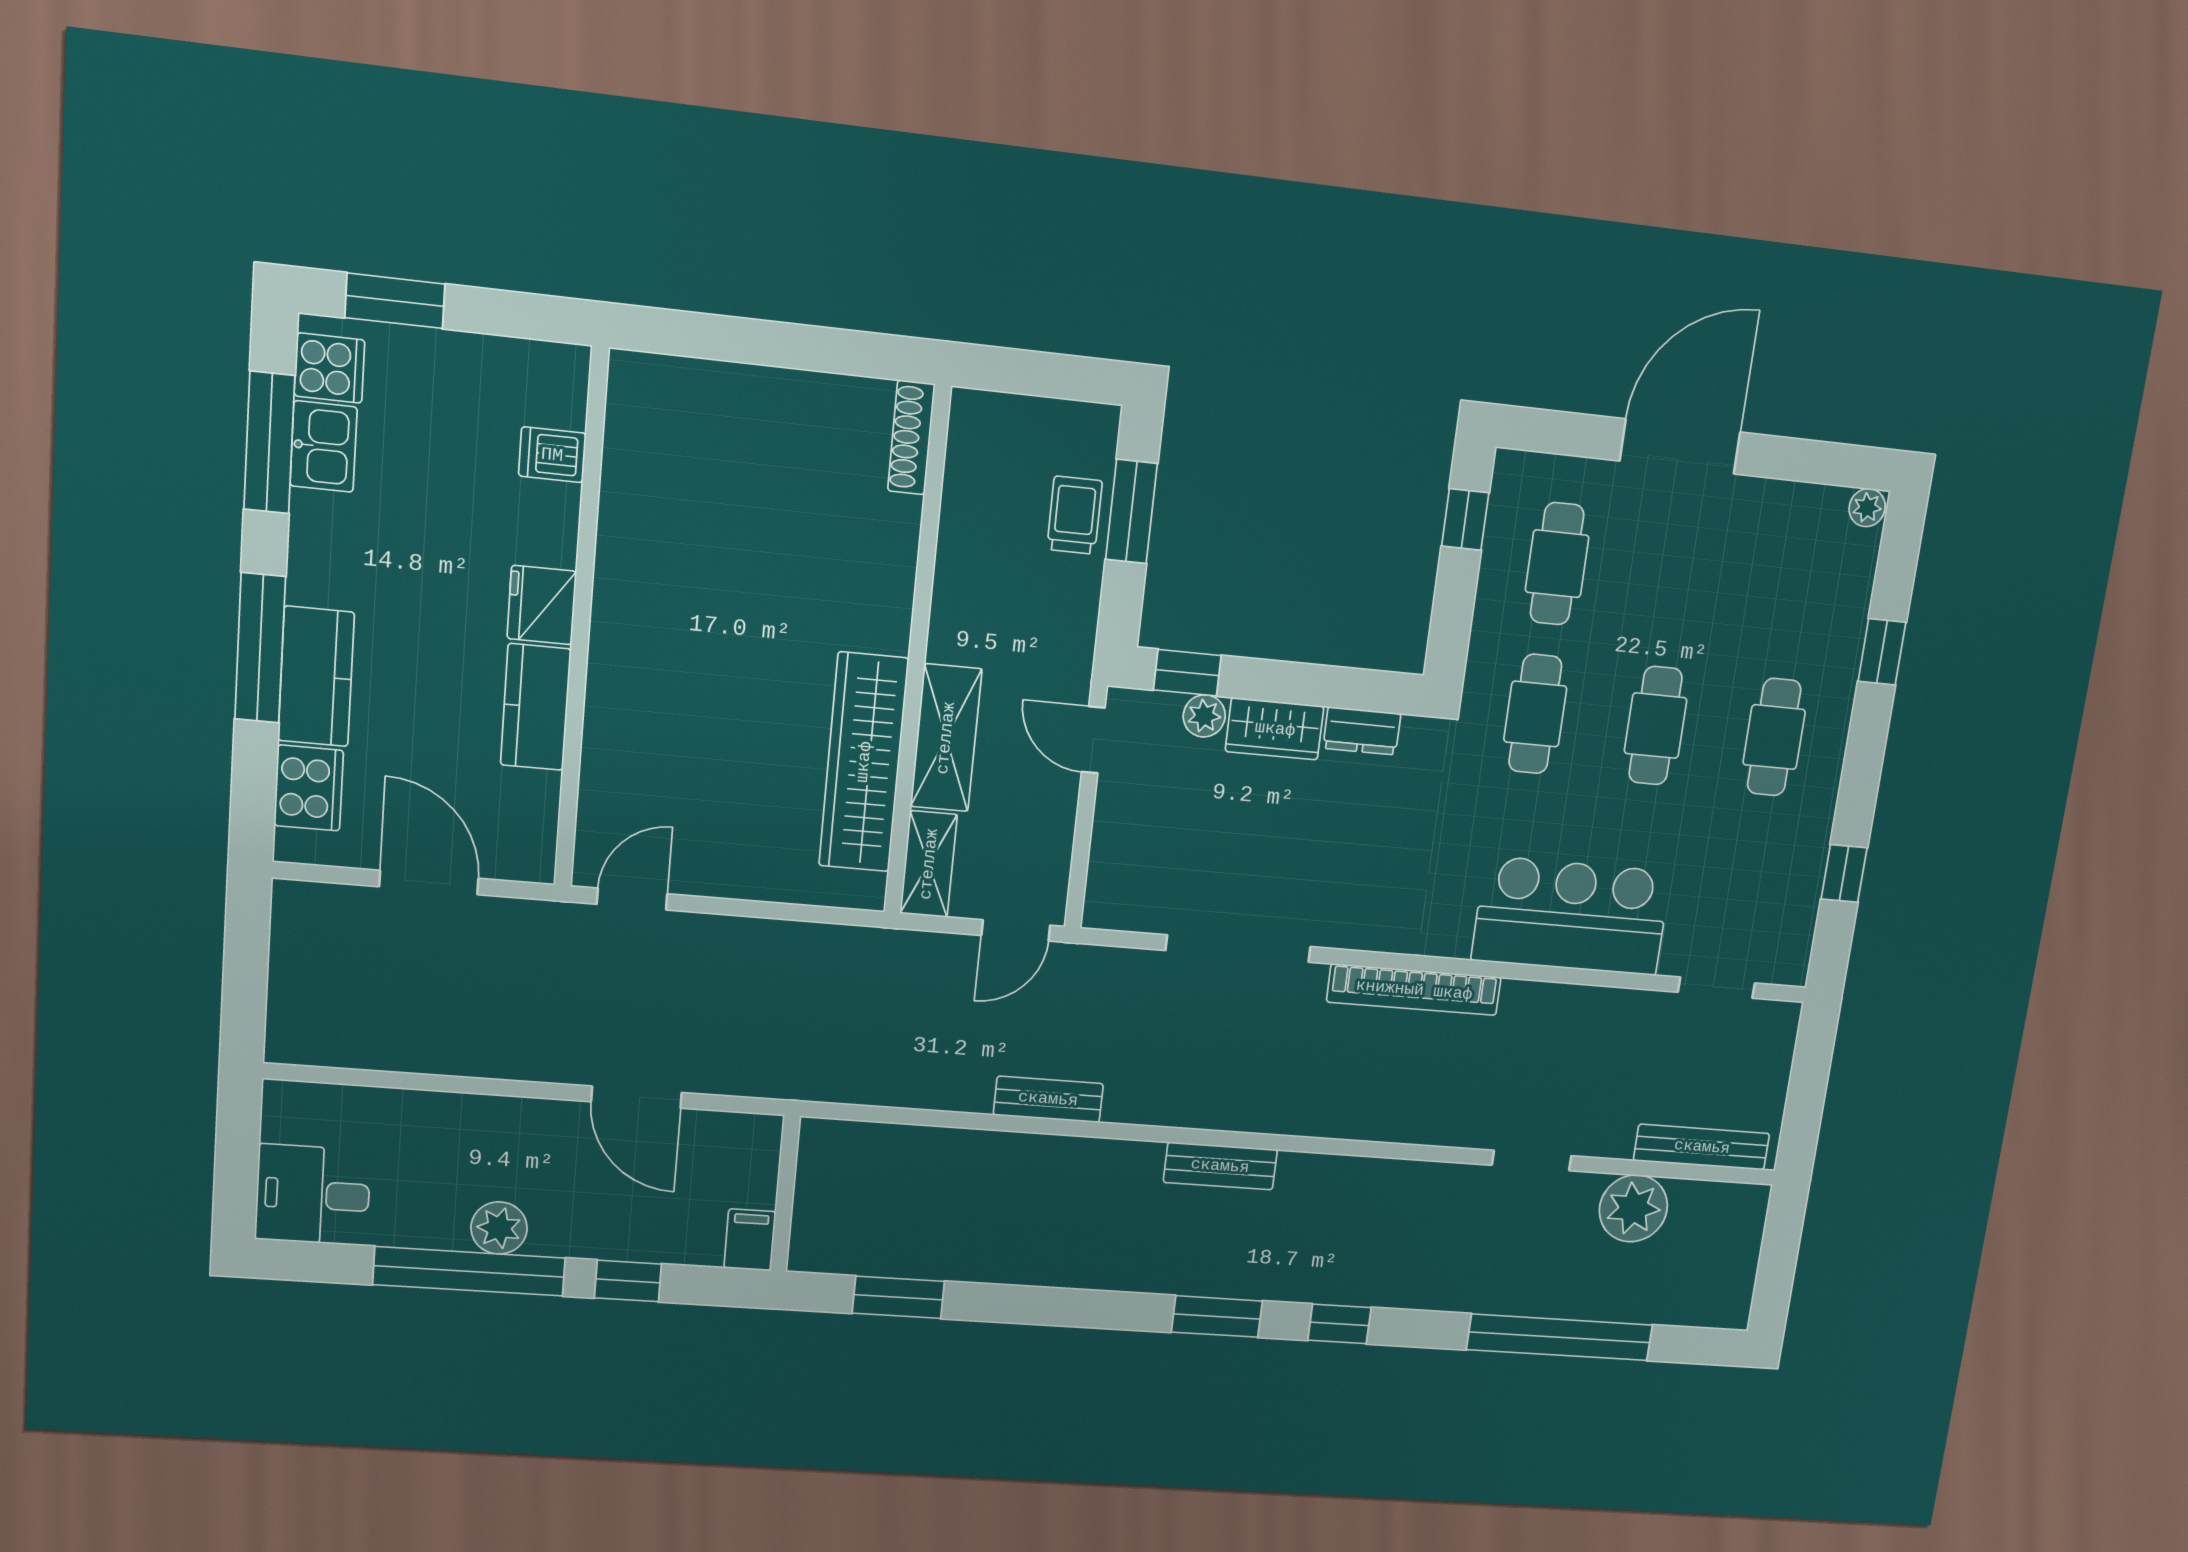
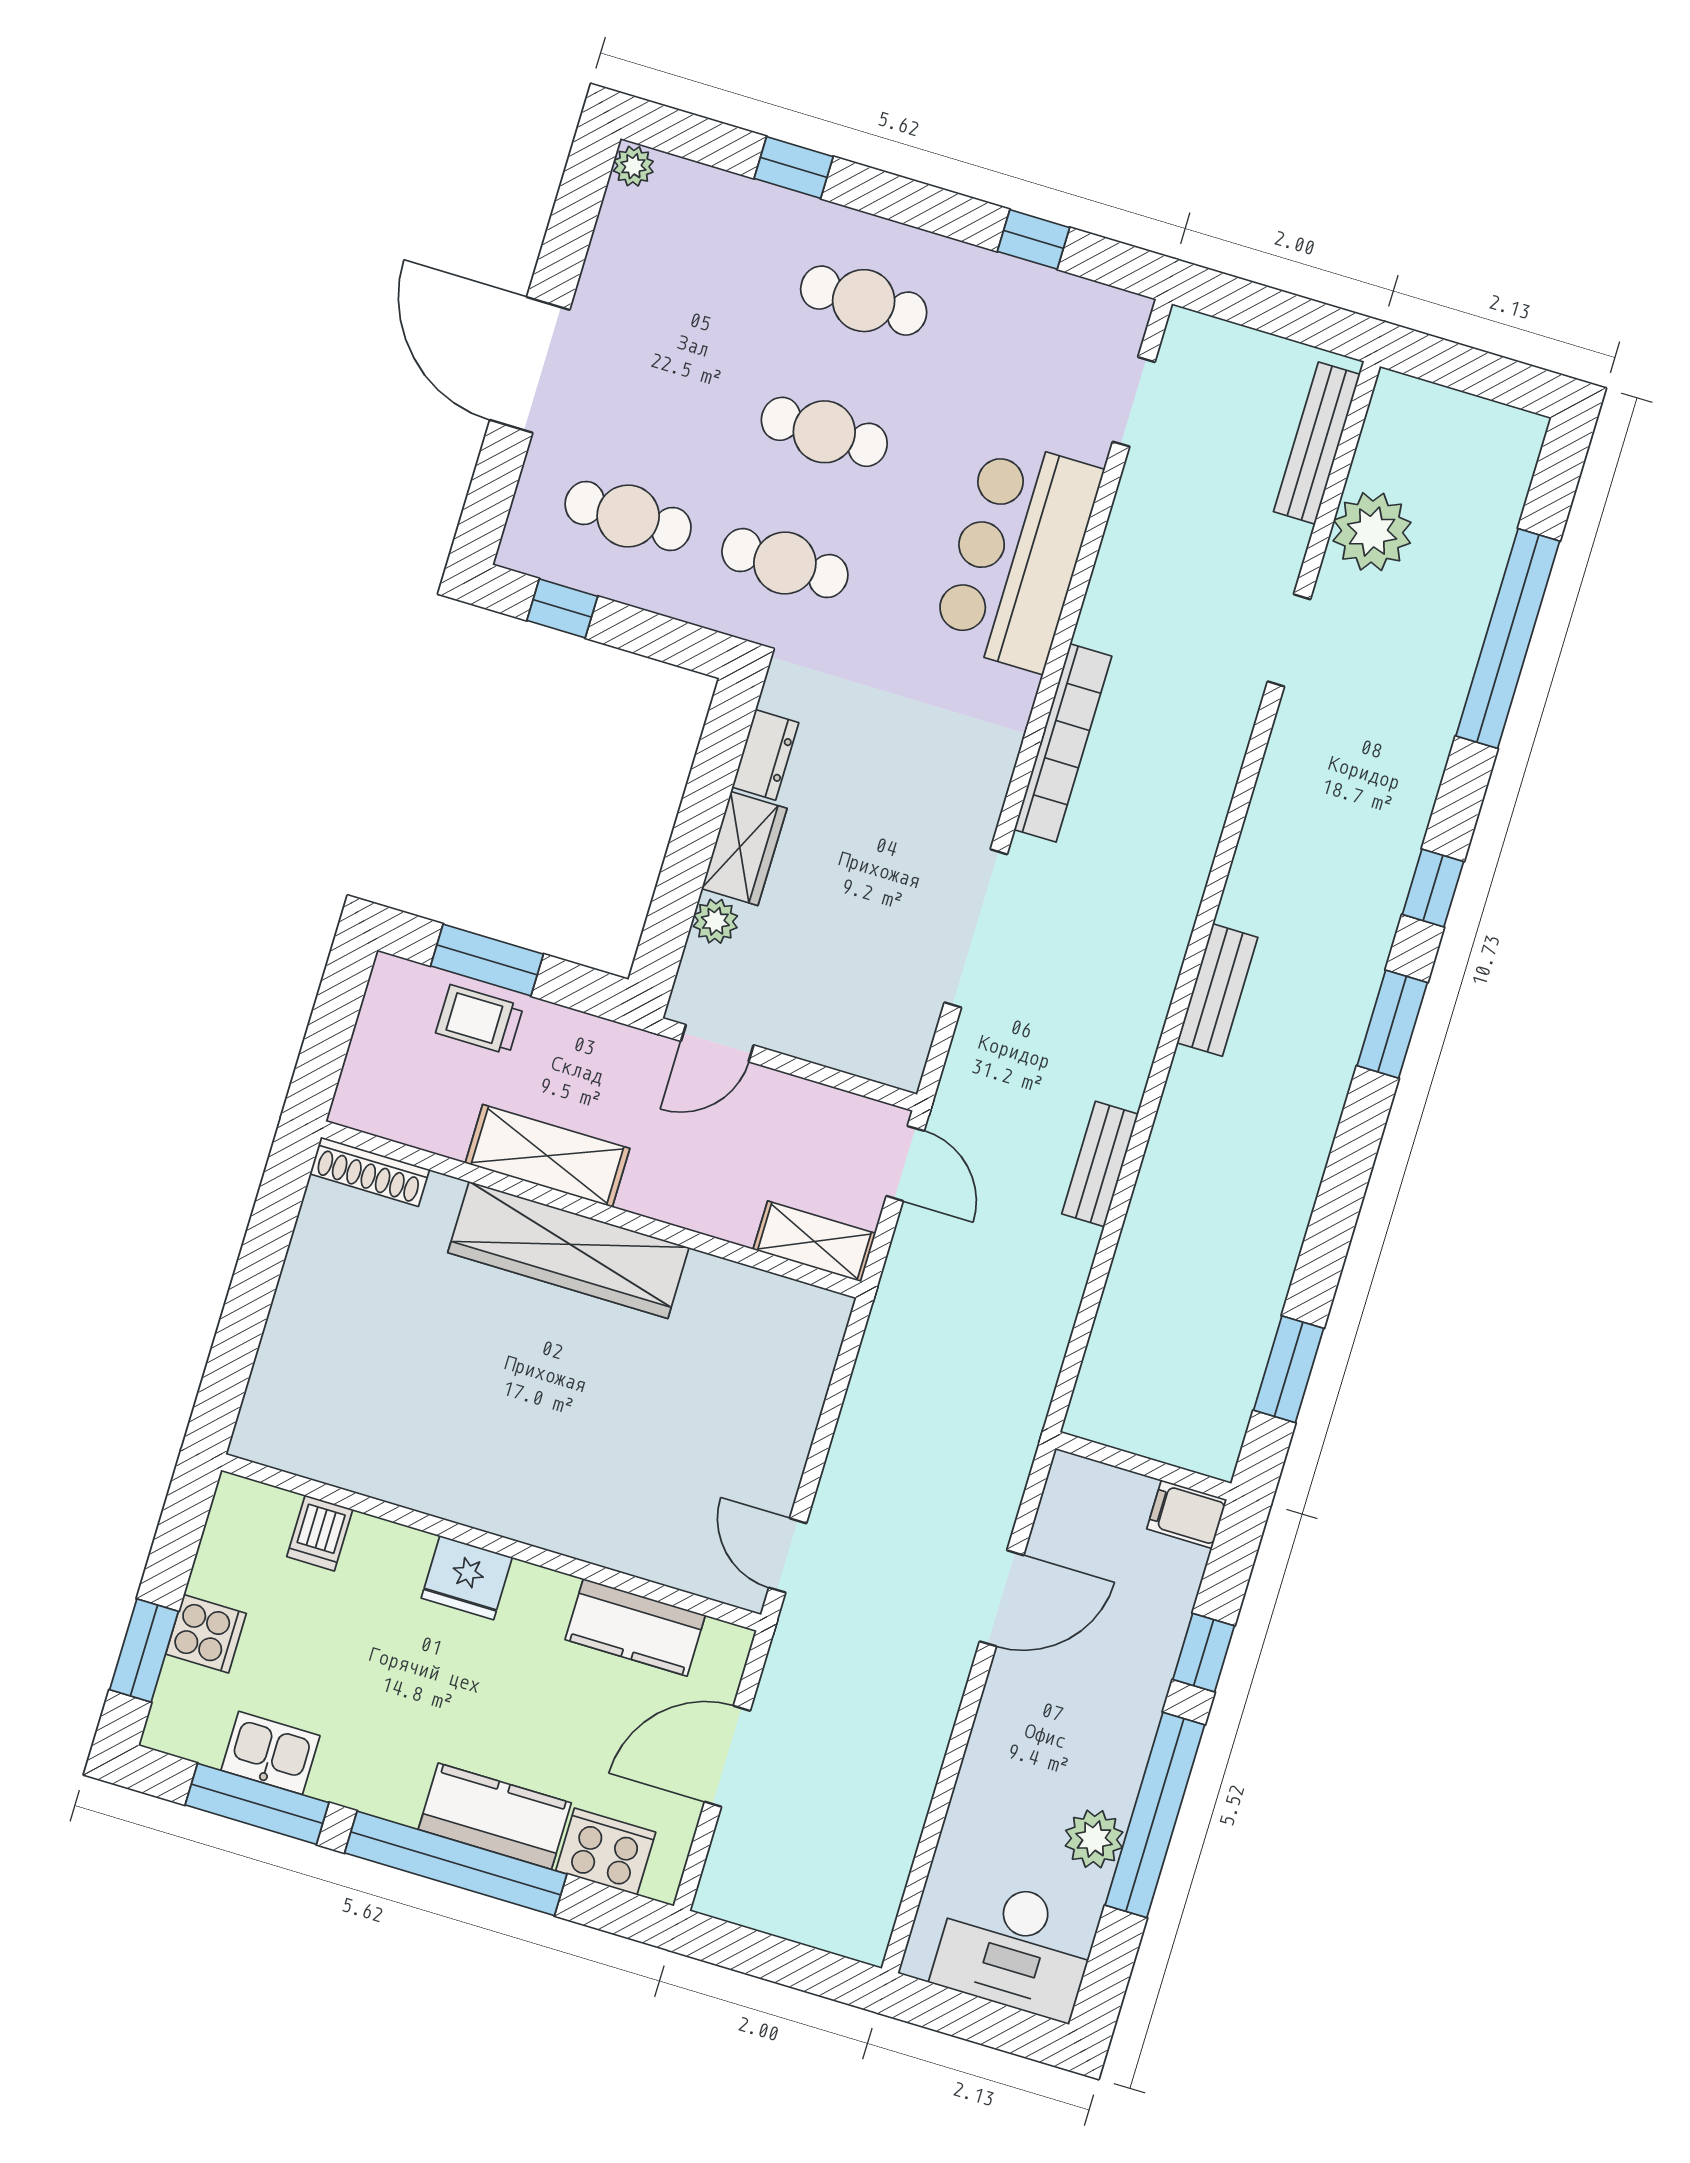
cooker: (329, 368) -> (206, 1634), moved, turned 90
window: (260, 648) -> (456, 1863), width x1.46
window: (1187, 673) -> (666, 931), removed
kitchen counter: (536, 707) -> (635, 1627), moved
shelving: (946, 738) -> (547, 1156), moved
wardrobe: (864, 762) -> (568, 1250), moved
desk: (313, 1195) -> (1015, 1948), width x1.37
plant: (499, 1228) -> (1094, 1839), moved

